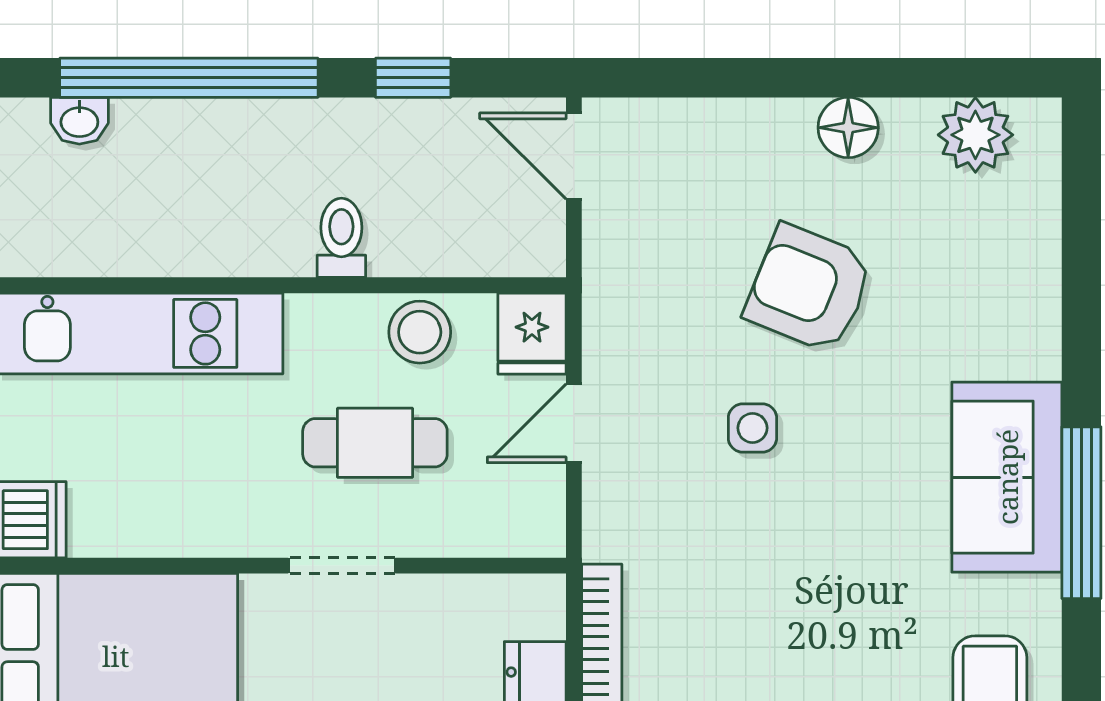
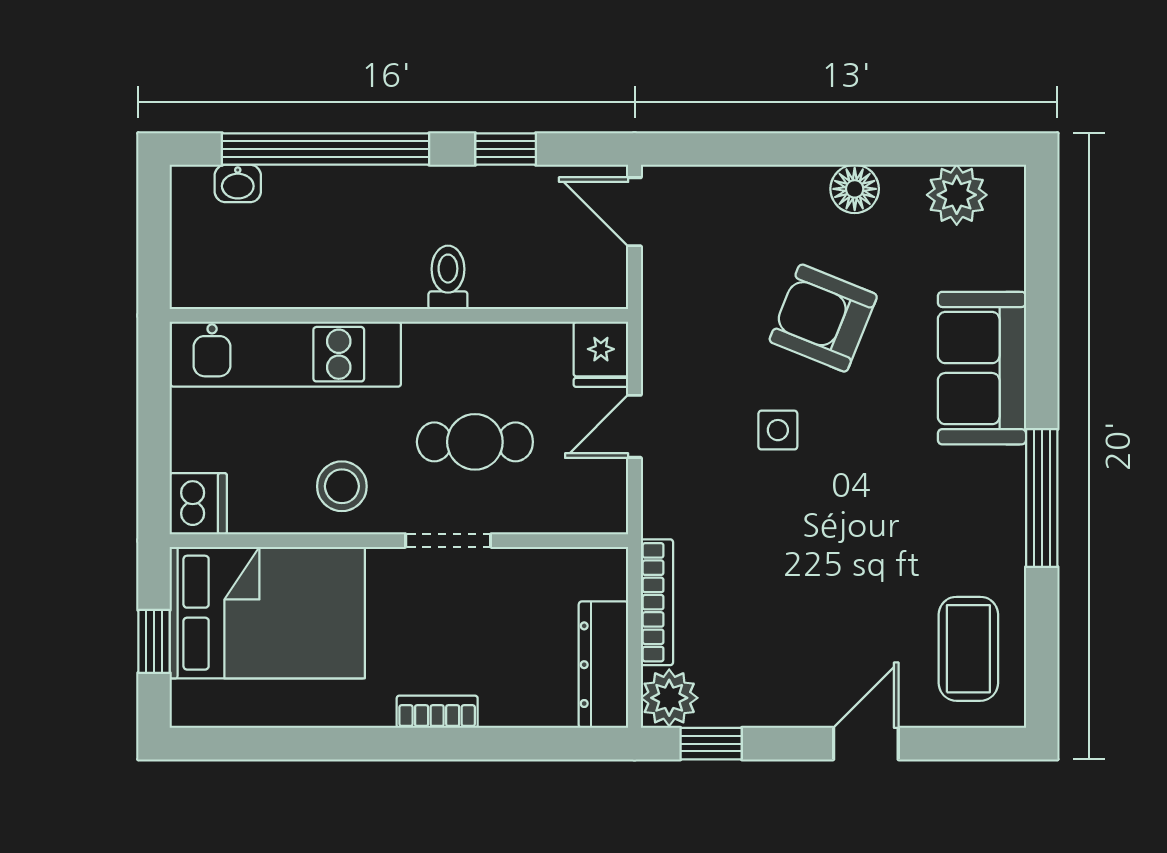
stool: (420, 332) -> (342, 486), moved
sofa: (1007, 477) -> (982, 368), moved

